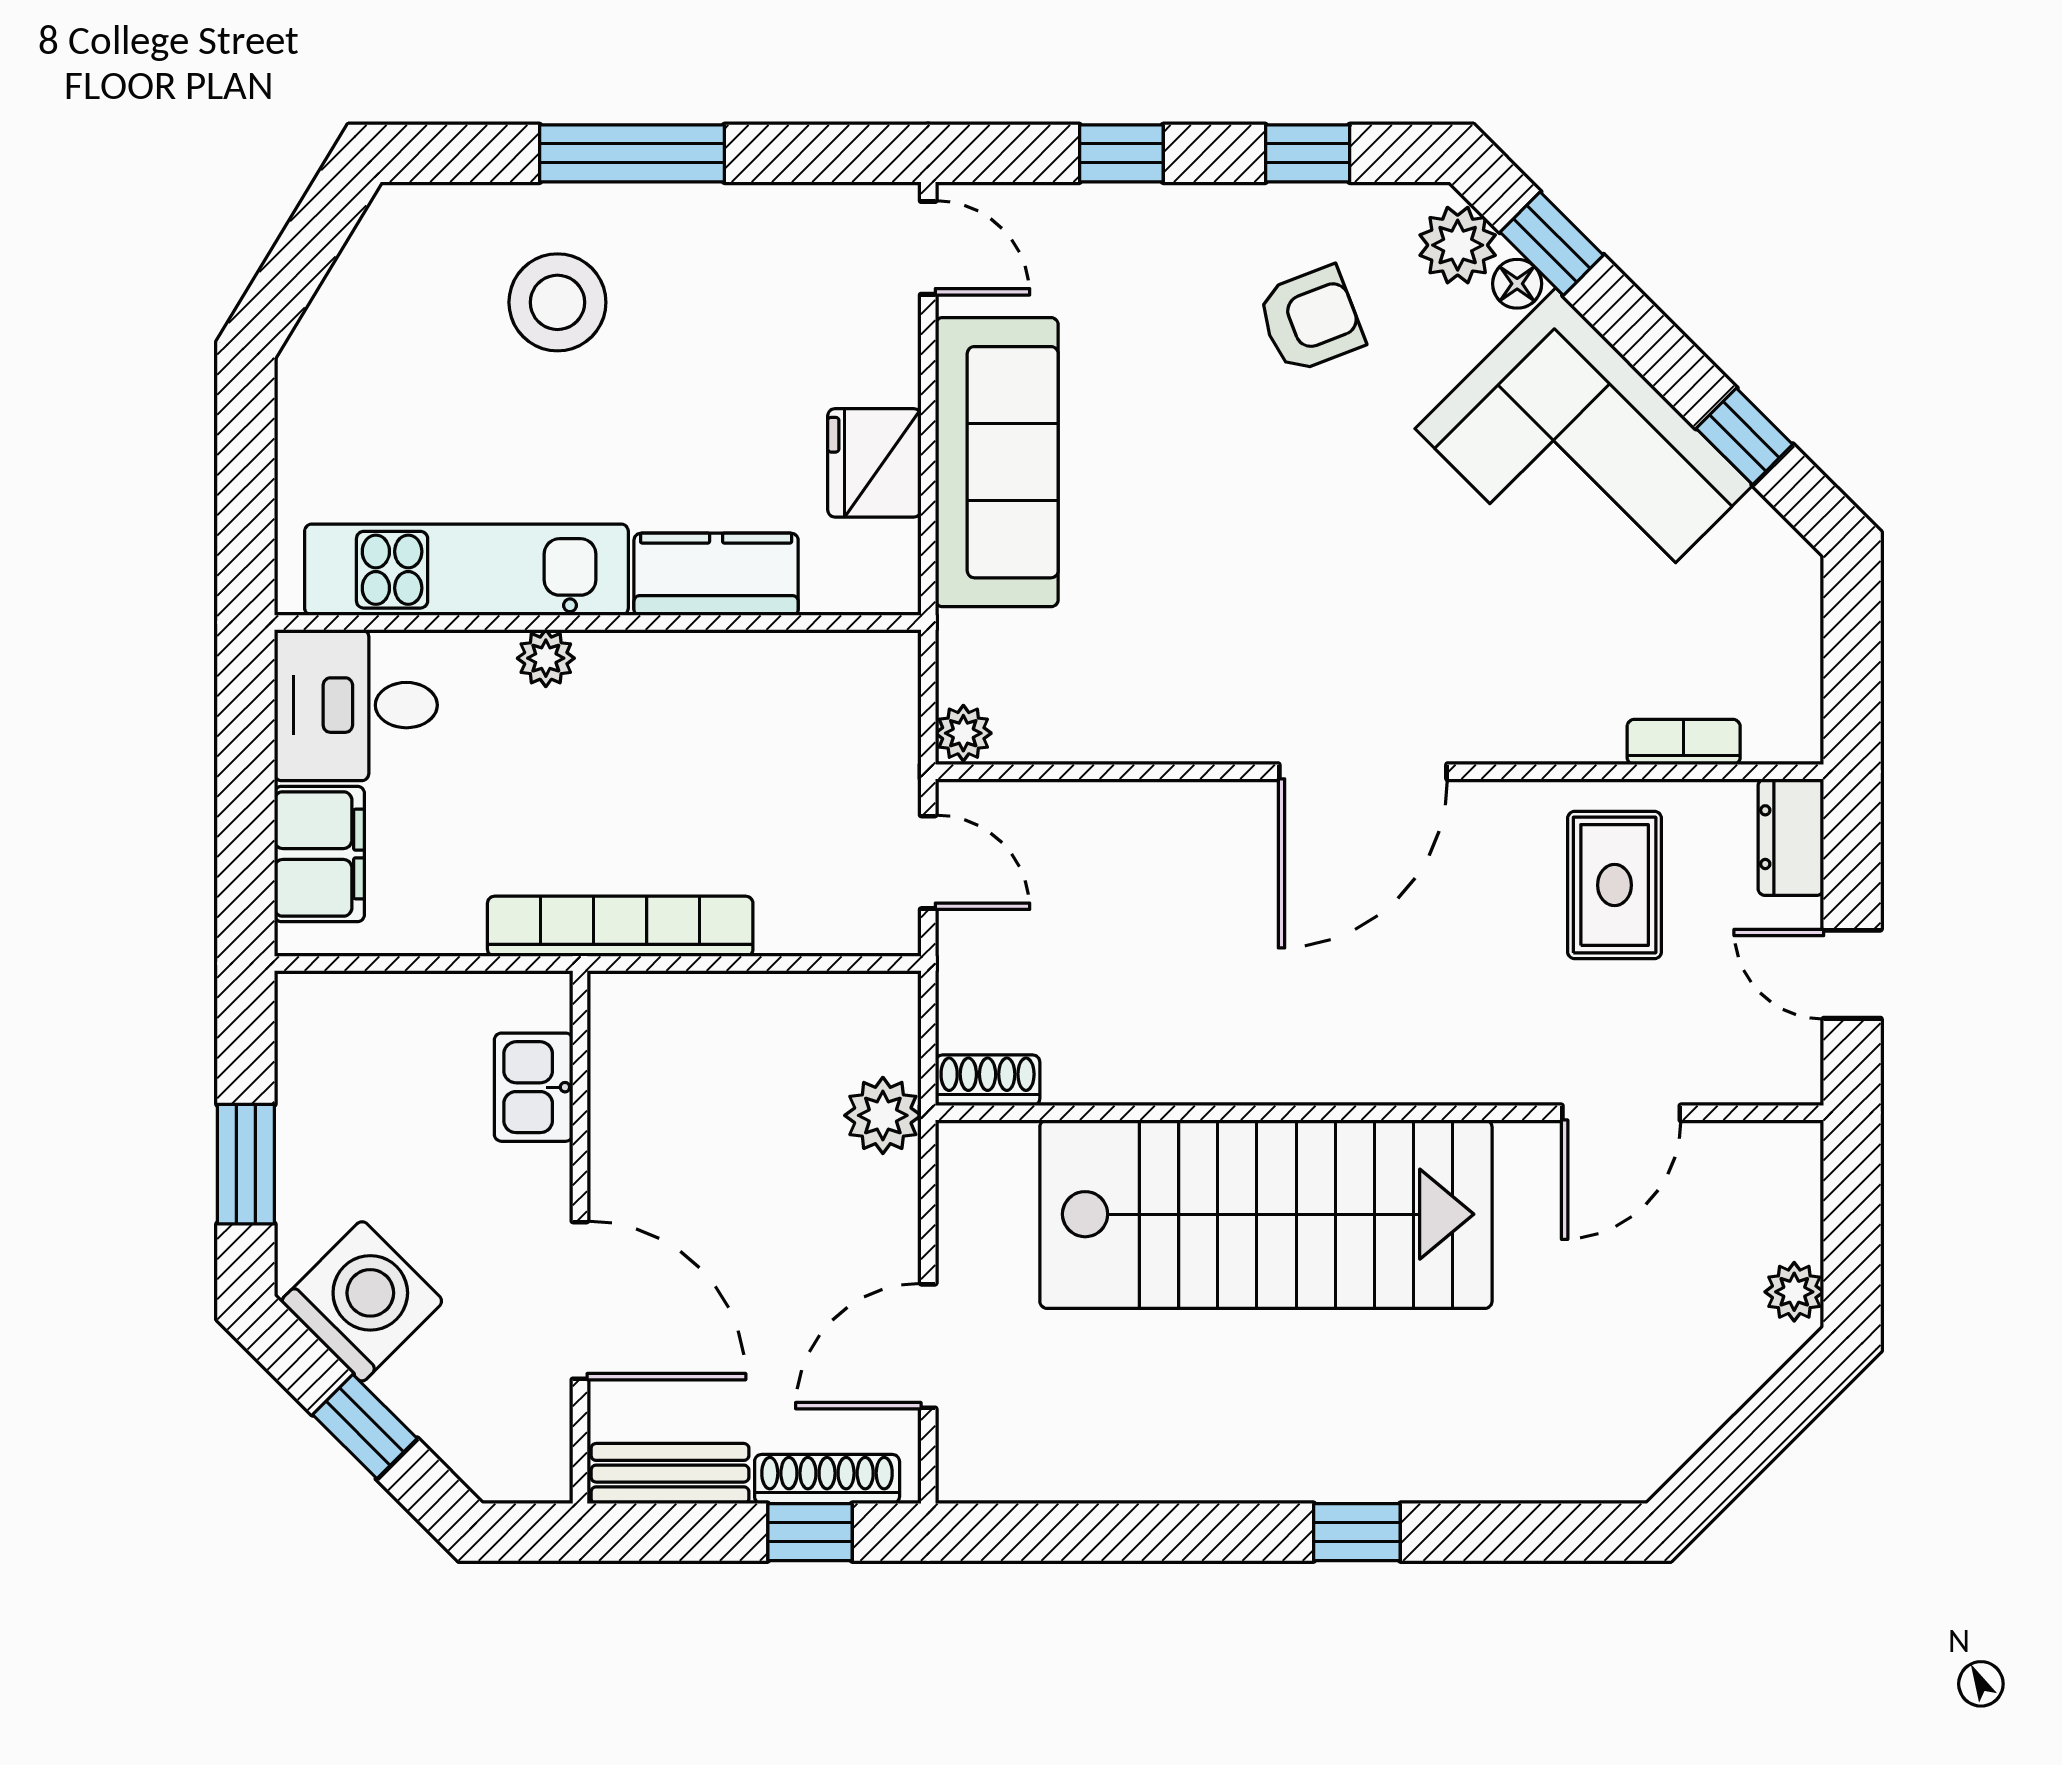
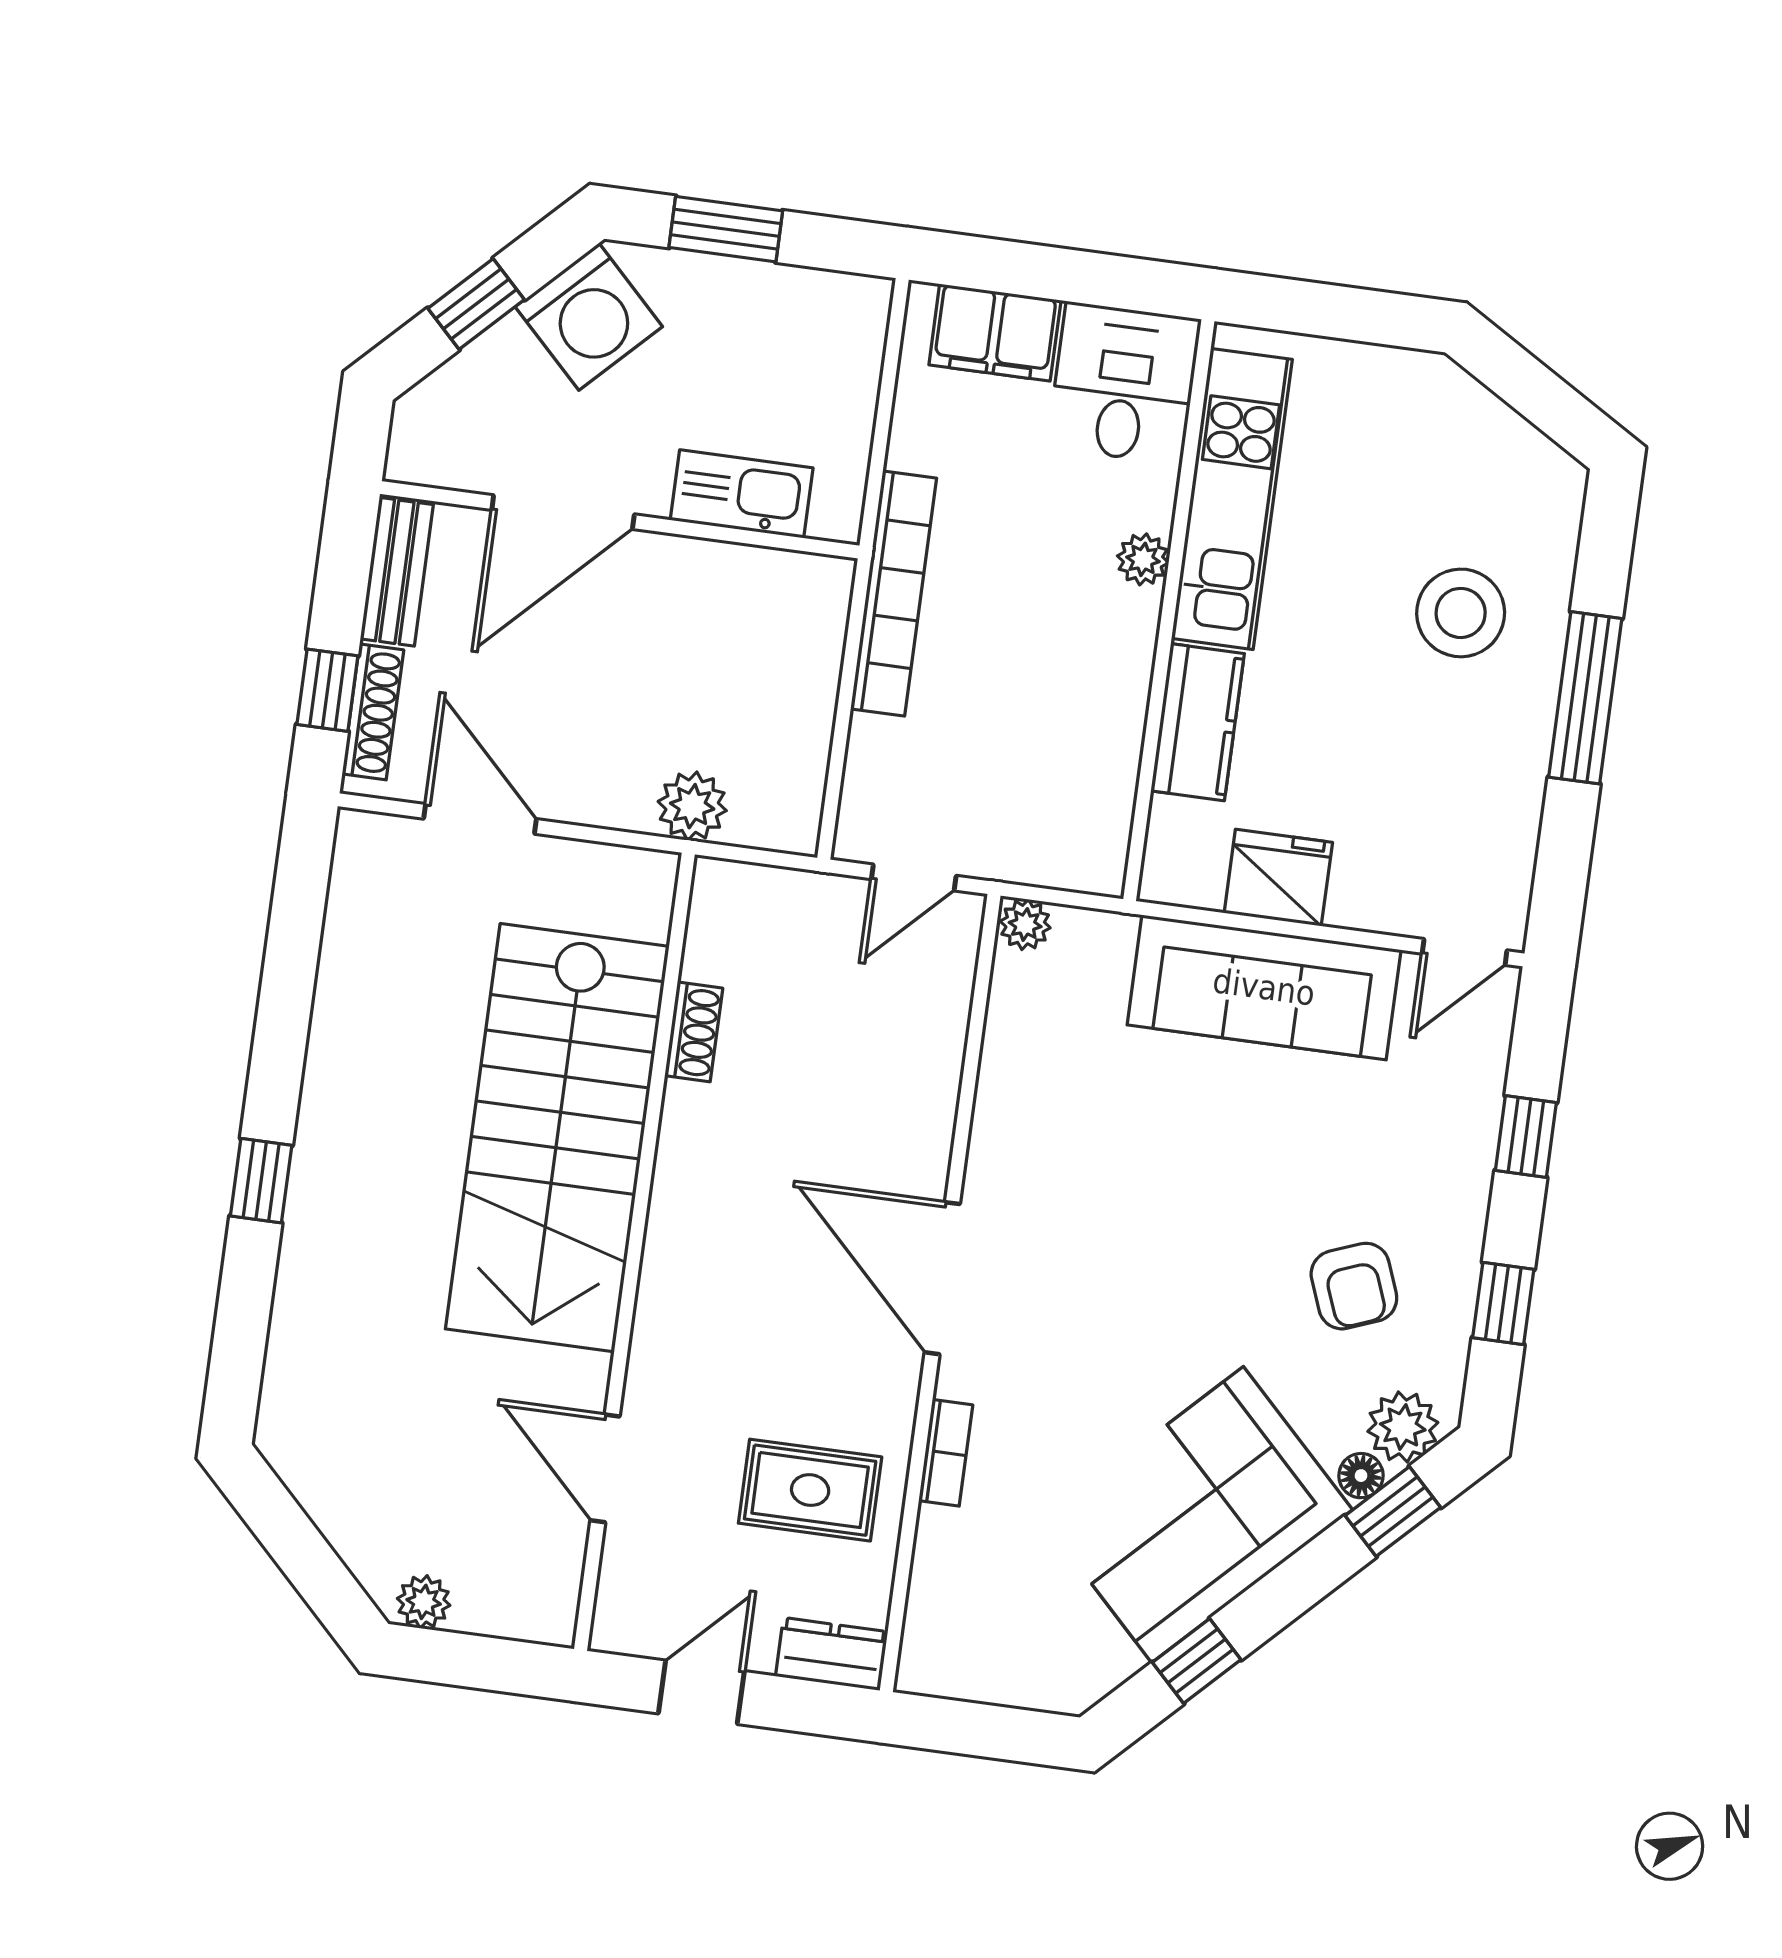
bookcase: (1684, 742) -> (946, 1453), moved
shoe rack: (988, 1080) -> (694, 1032), moved
kitchen sink: (534, 1087) -> (742, 494), width x1.38

